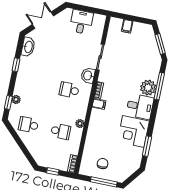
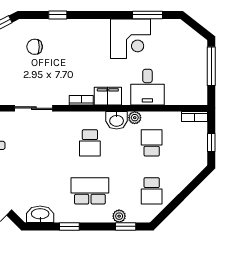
washbasin: (88, 75) -> (117, 120), moved
school desk: (37, 83) -> (90, 191), added
window: (159, 86) -> (58, 15), width x0.46
plant: (148, 88) -> (63, 30), removed
filing cabinet: (99, 104) -> (108, 96), width x2.00
desk: (140, 106) -> (147, 87), moved, turned 180
chair: (103, 164) -> (35, 47), moved

